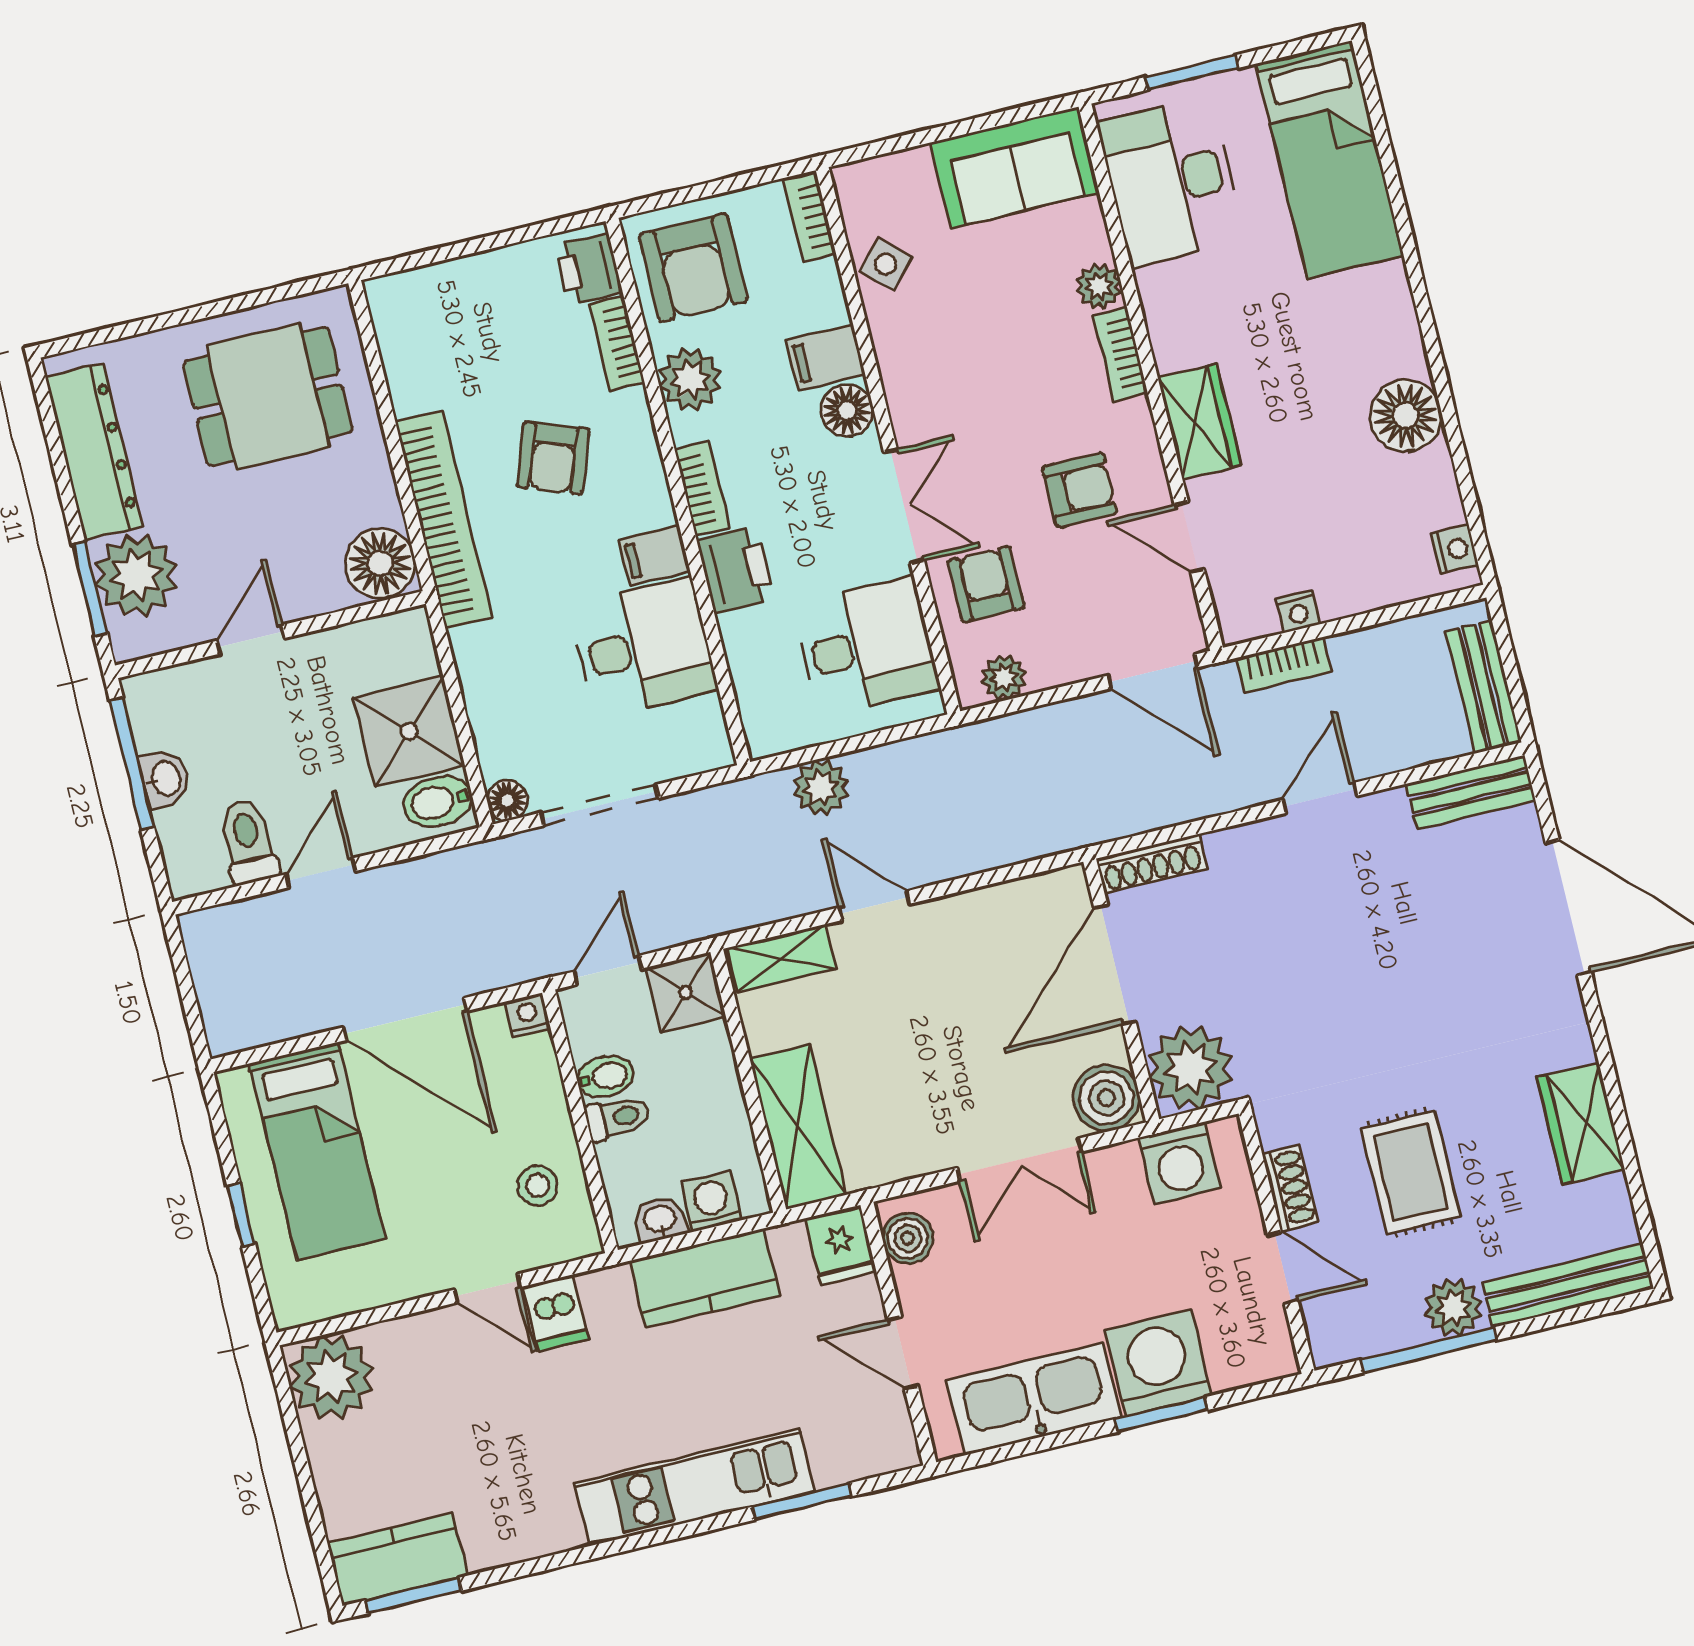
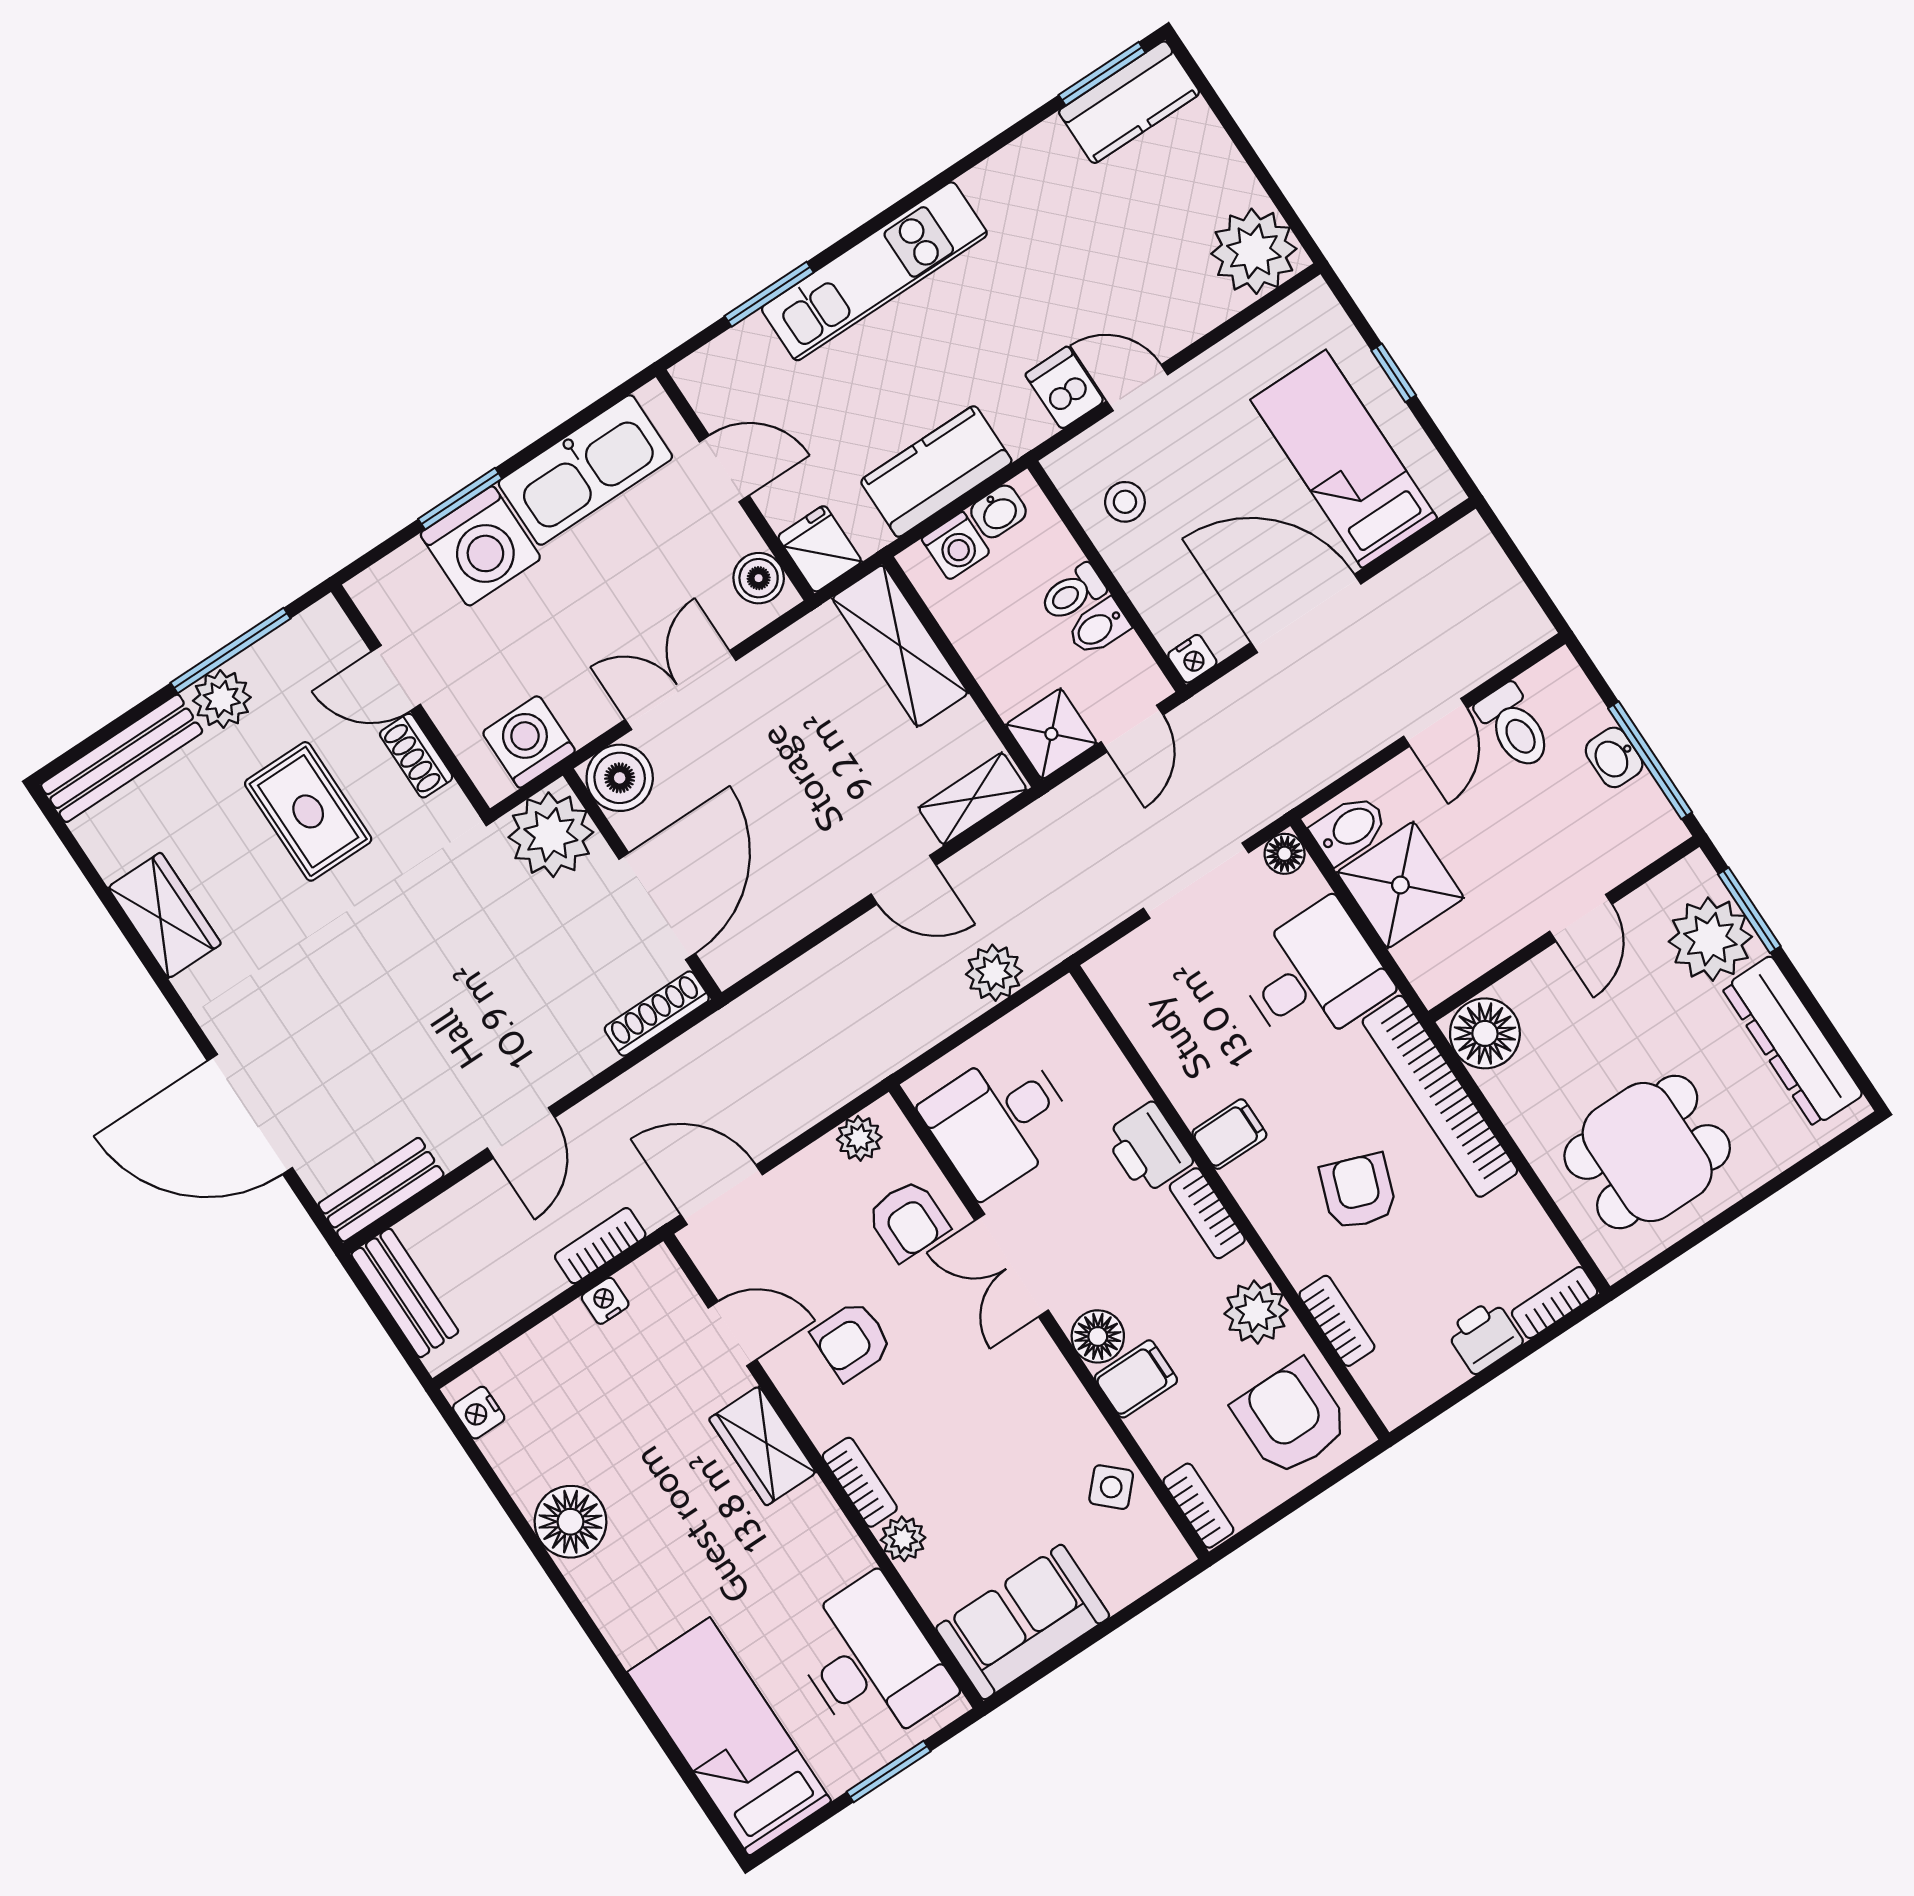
printer: (589, 269) -> (1484, 1336), moved, turned -90
bookcase: (406, 287) -> (1555, 1303), added
desk: (644, 648) -> (1313, 976), moved, turned 180

